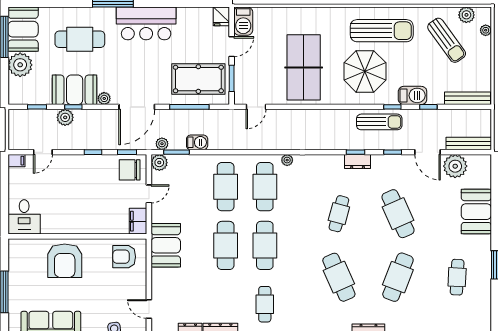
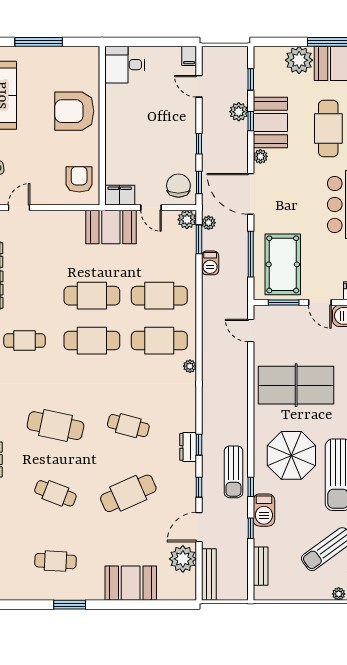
bench: (467, 98) -> (261, 566), width x0.73
booth: (166, 245) -> (111, 227), moved
cafe table: (339, 277) -> (55, 426), turned 36
cafe table: (398, 277) -> (55, 493), width x0.73, depth x0.74

